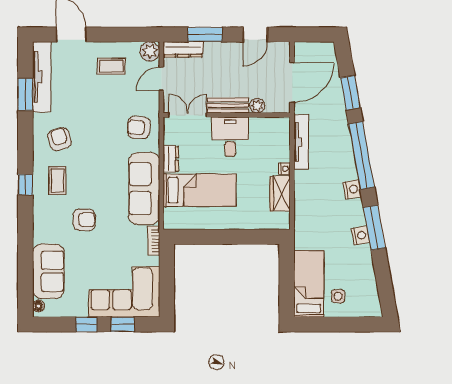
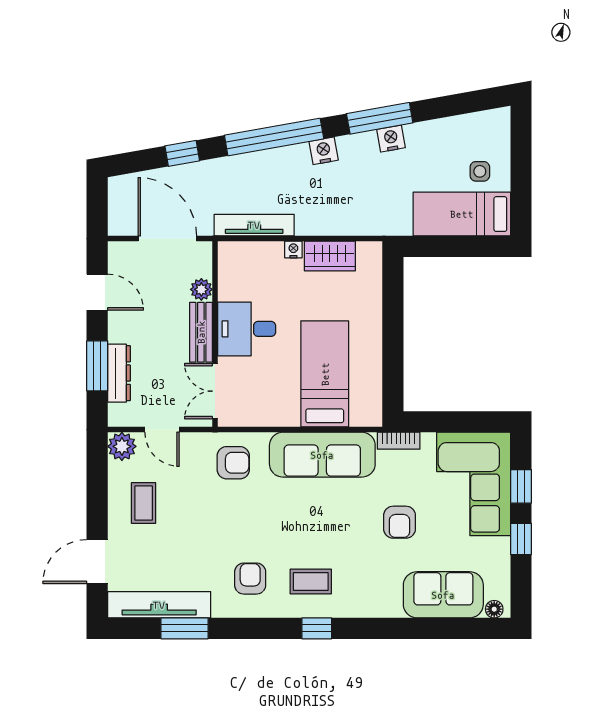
dresser: (183, 49) -> (119, 373), moved
window: (350, 93) -> (182, 153), width x0.67
armchair: (139, 128) -> (233, 463), turned -94
armchair: (59, 139) -> (250, 579), turned 105
dresser: (171, 159) -> (279, 416), removed
armchair: (84, 220) -> (400, 522), moved, turned 180

